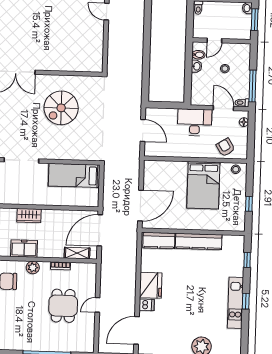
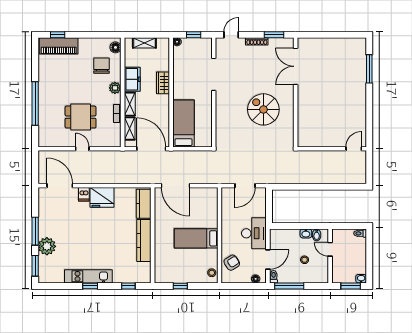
bed: (74, 175) -> (183, 123), moved
bed: (203, 185) -> (196, 238), width x0.67
shelving: (51, 252) -> (130, 104), added

